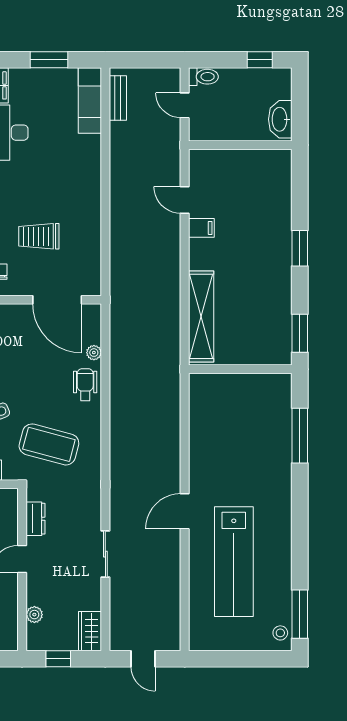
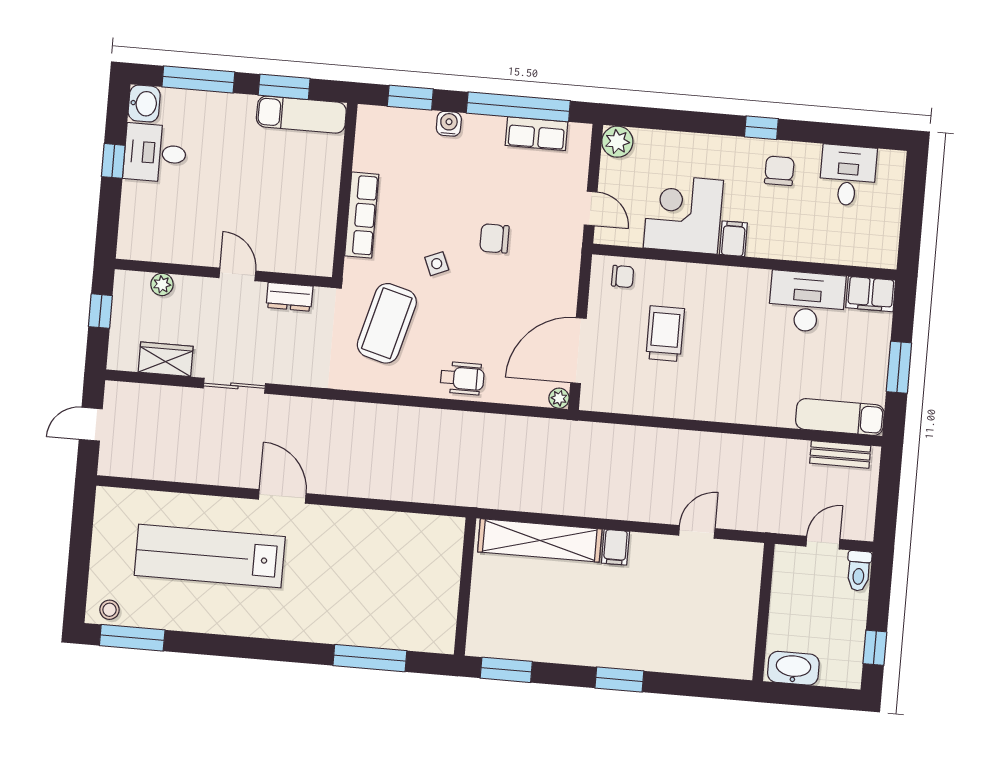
filing cabinet: (201, 228) -> (615, 547), moved
plant: (94, 353) -> (559, 398), moved
wardrobe: (90, 631) -> (166, 359), moved

